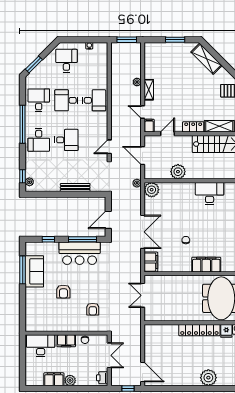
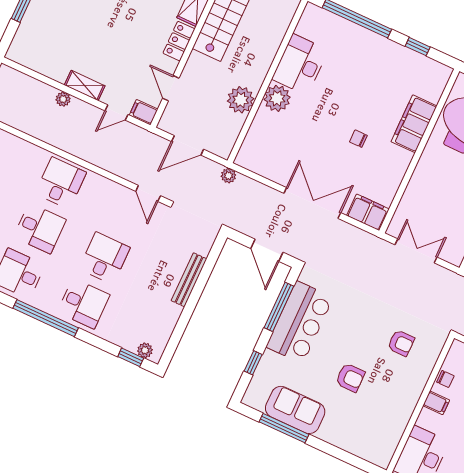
desk: (66, 100) -> (40, 228), turned -90
plant: (152, 190) -> (277, 98), moved
double door: (143, 295) -> (416, 251), swing flipped
filing cabinet: (66, 341) -> (436, 403), width x0.50

